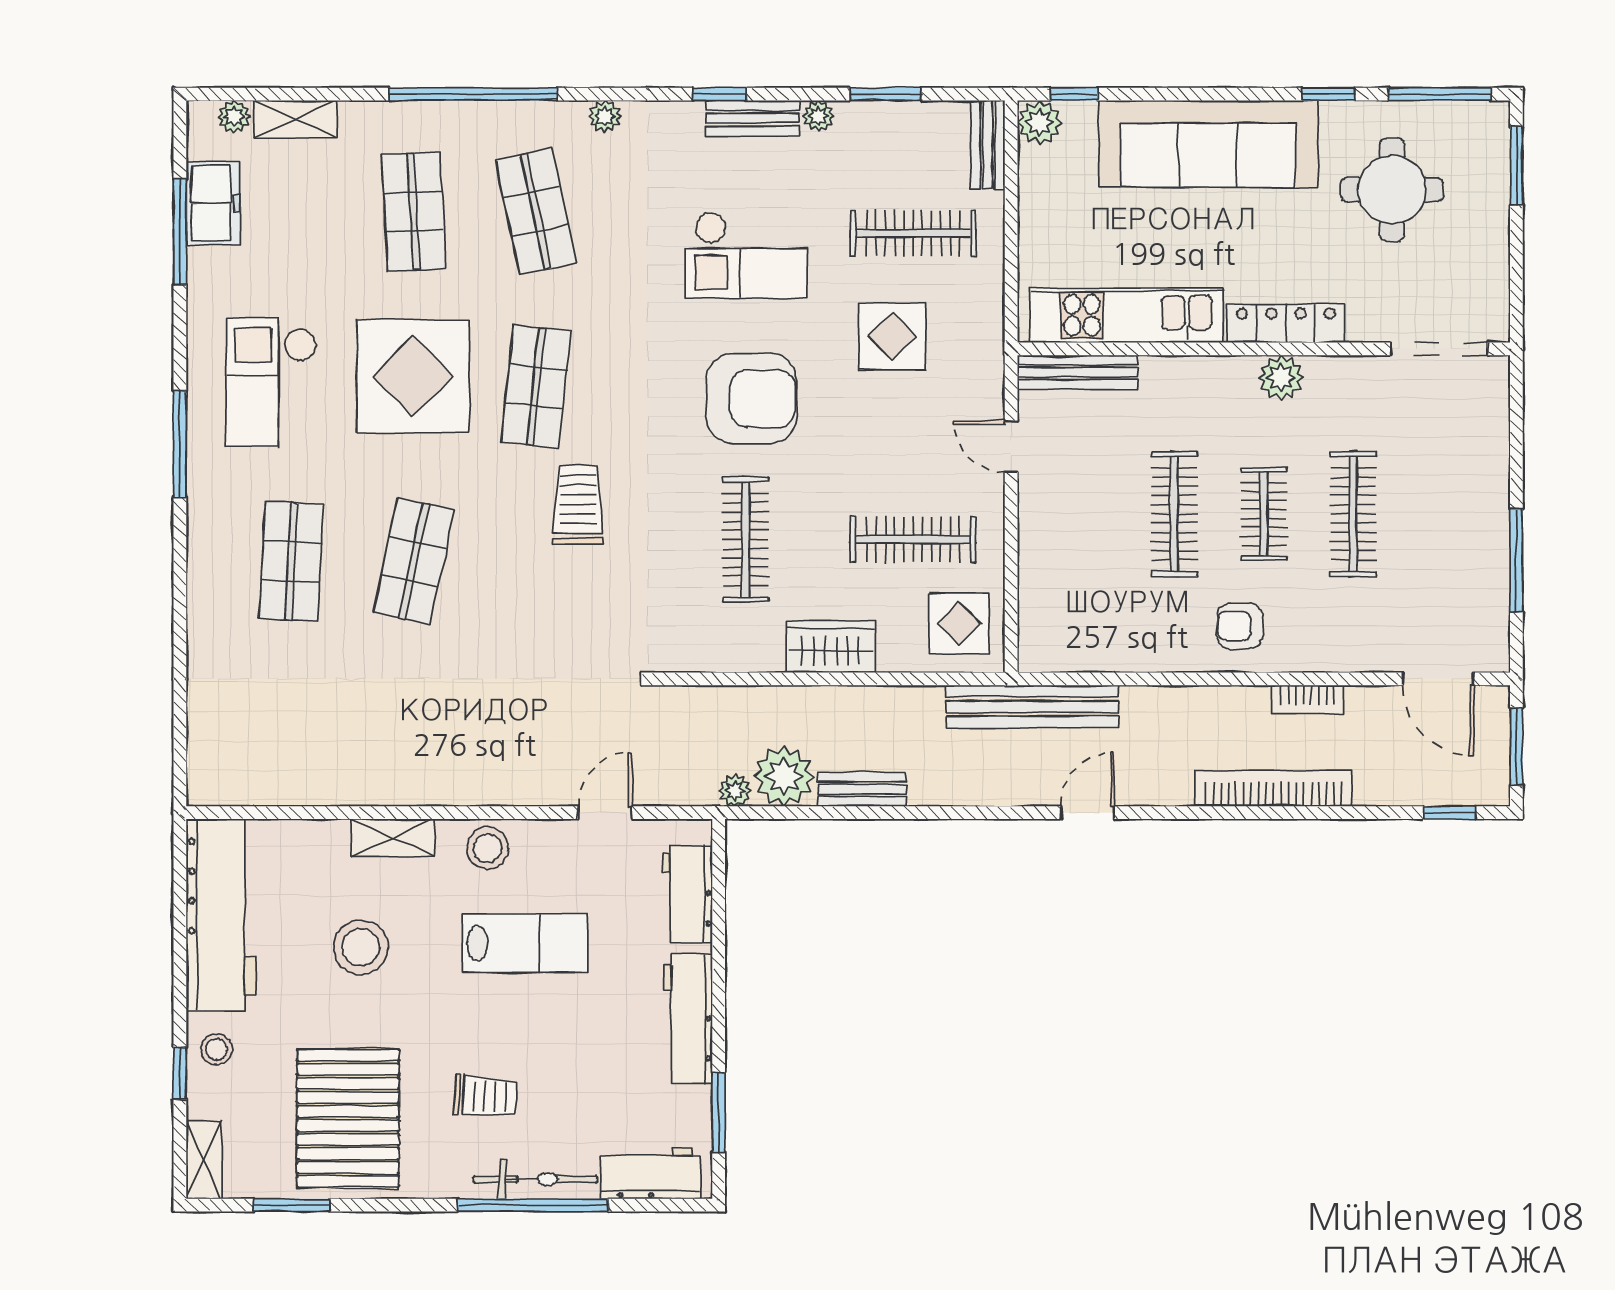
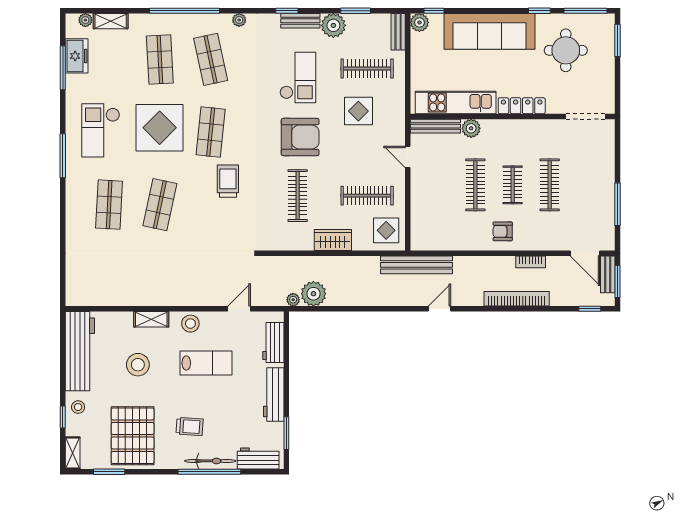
plant: (818, 116) -> (333, 25), width x1.88, depth x1.88
checkout: (746, 255) -> (298, 78), turned -90
plant: (1281, 378) -> (471, 128), moved
bench: (862, 789) -> (608, 274), moved, turned 90

